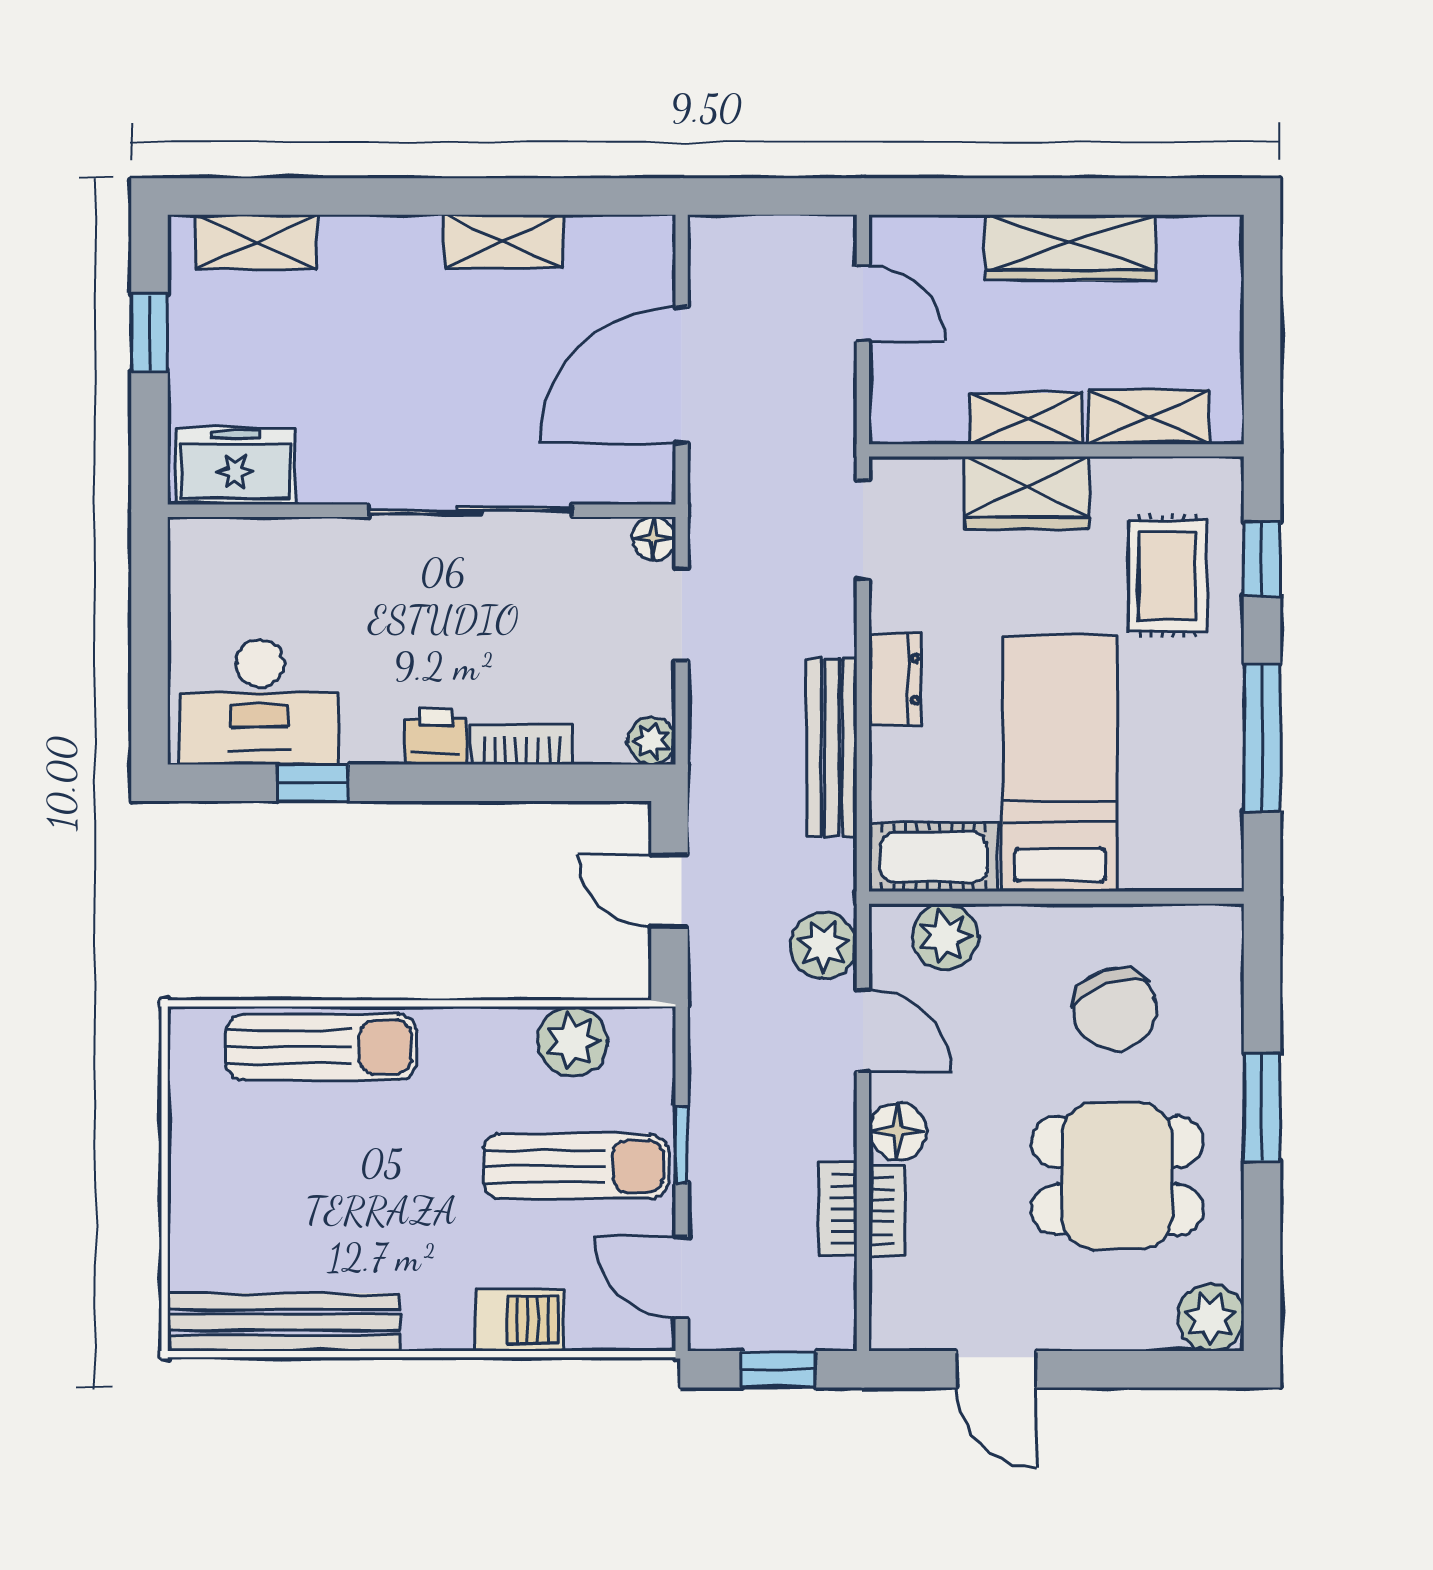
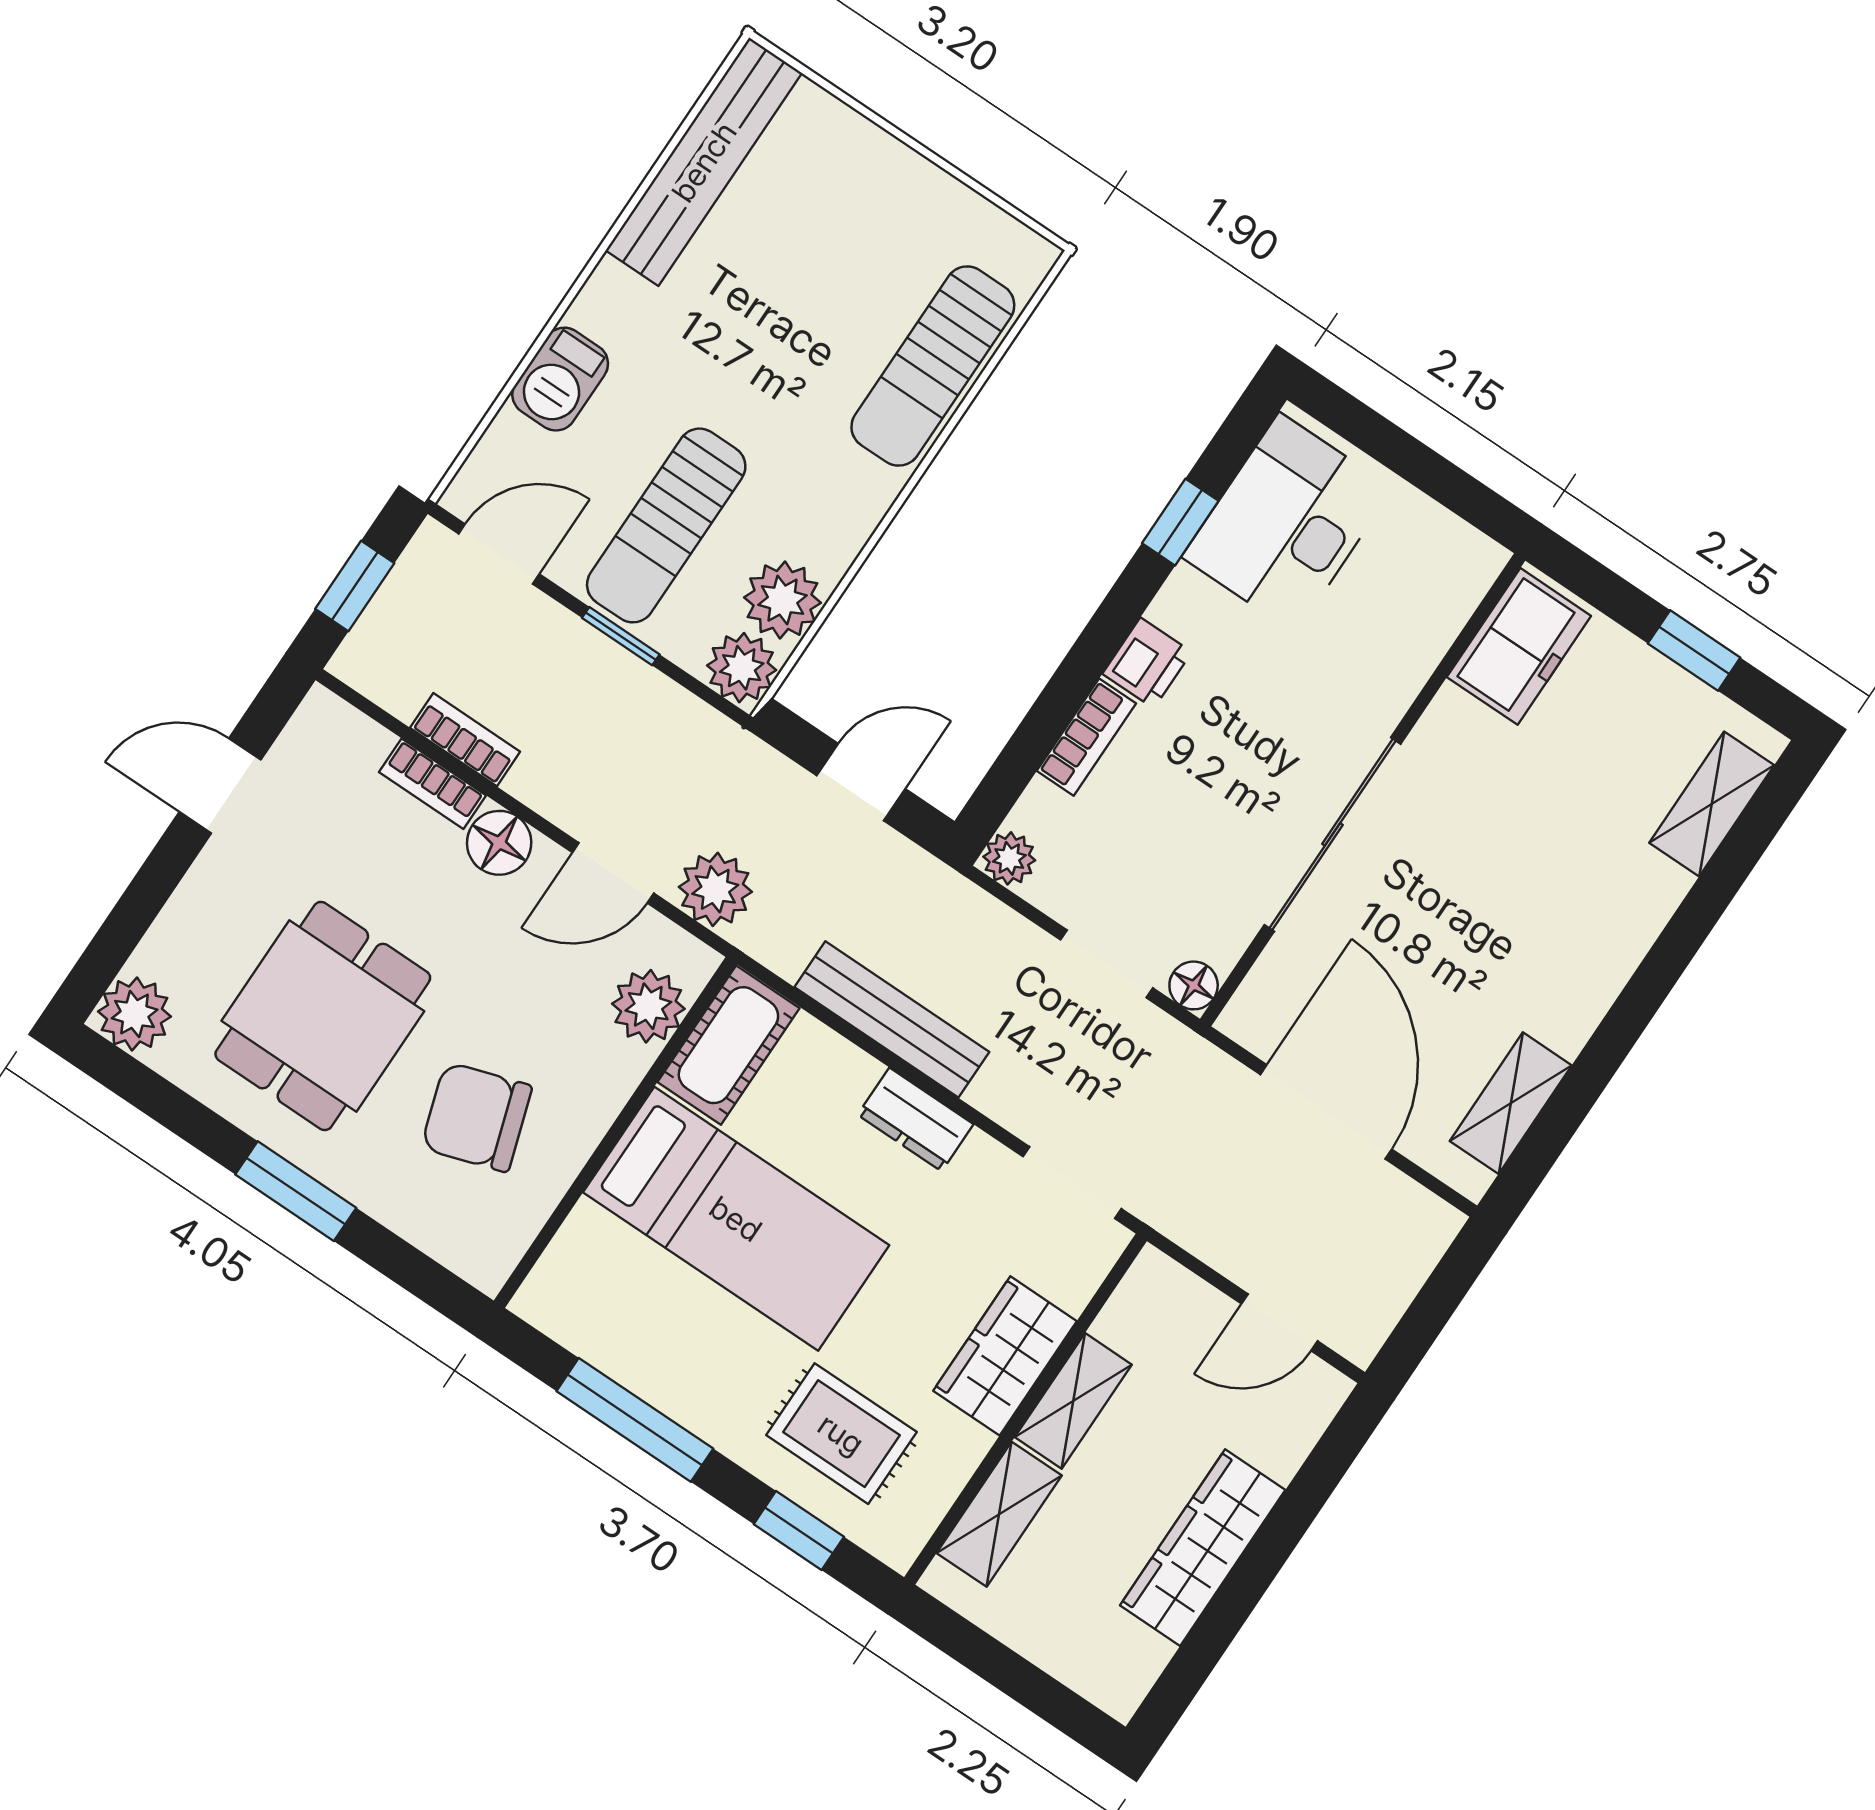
shelving: (503, 241) -> (1511, 1103), moved
plant: (644, 1038) -> (742, 668), added

